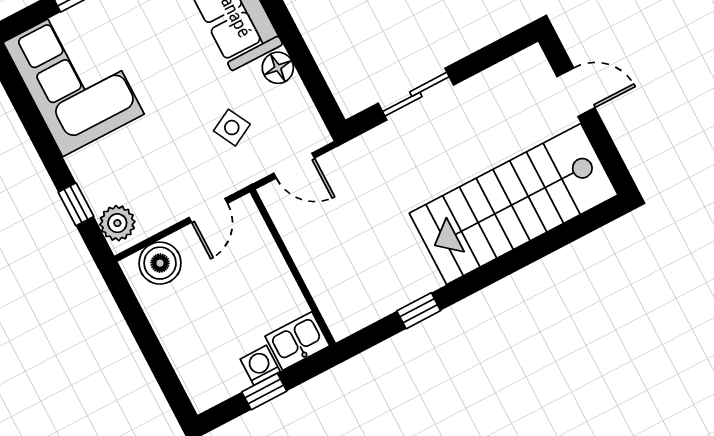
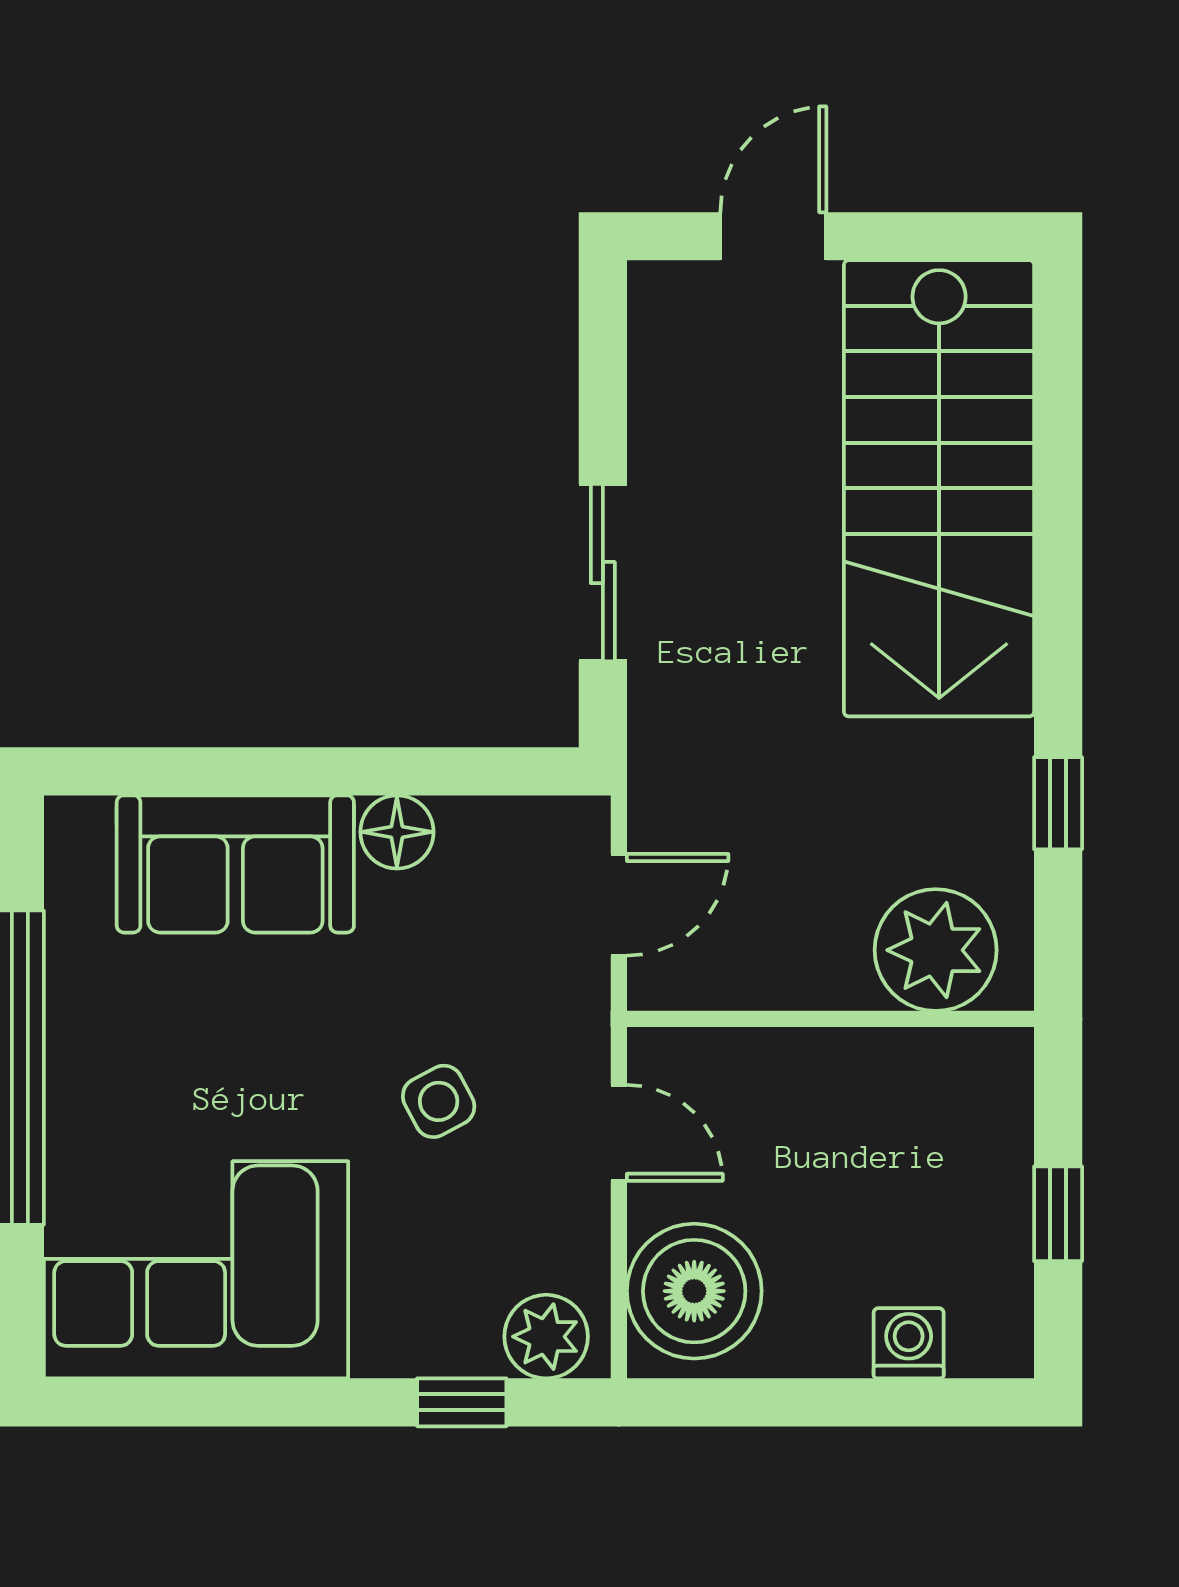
side table: (232, 128) -> (439, 1101), moved
boiler: (160, 263) -> (694, 1291), width x1.37, depth x1.37
plant: (339, 294) -> (936, 950), added
kitchen sink: (297, 341) -> (989, 1090), removed
washing machine: (260, 365) -> (909, 1343), moved, turned 90

